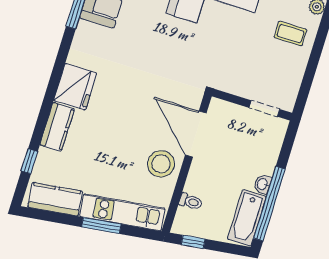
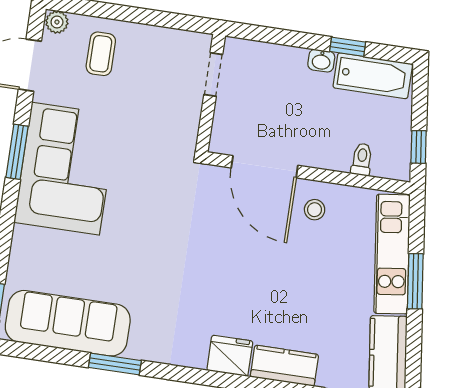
fridge: (75, 87) -> (230, 356), width x0.73, depth x0.75
door: (196, 134) -> (265, 167), hinge flipped
stool: (161, 164) -> (315, 210), width x0.53, depth x0.53
window: (269, 204) -> (348, 47), width x0.32

